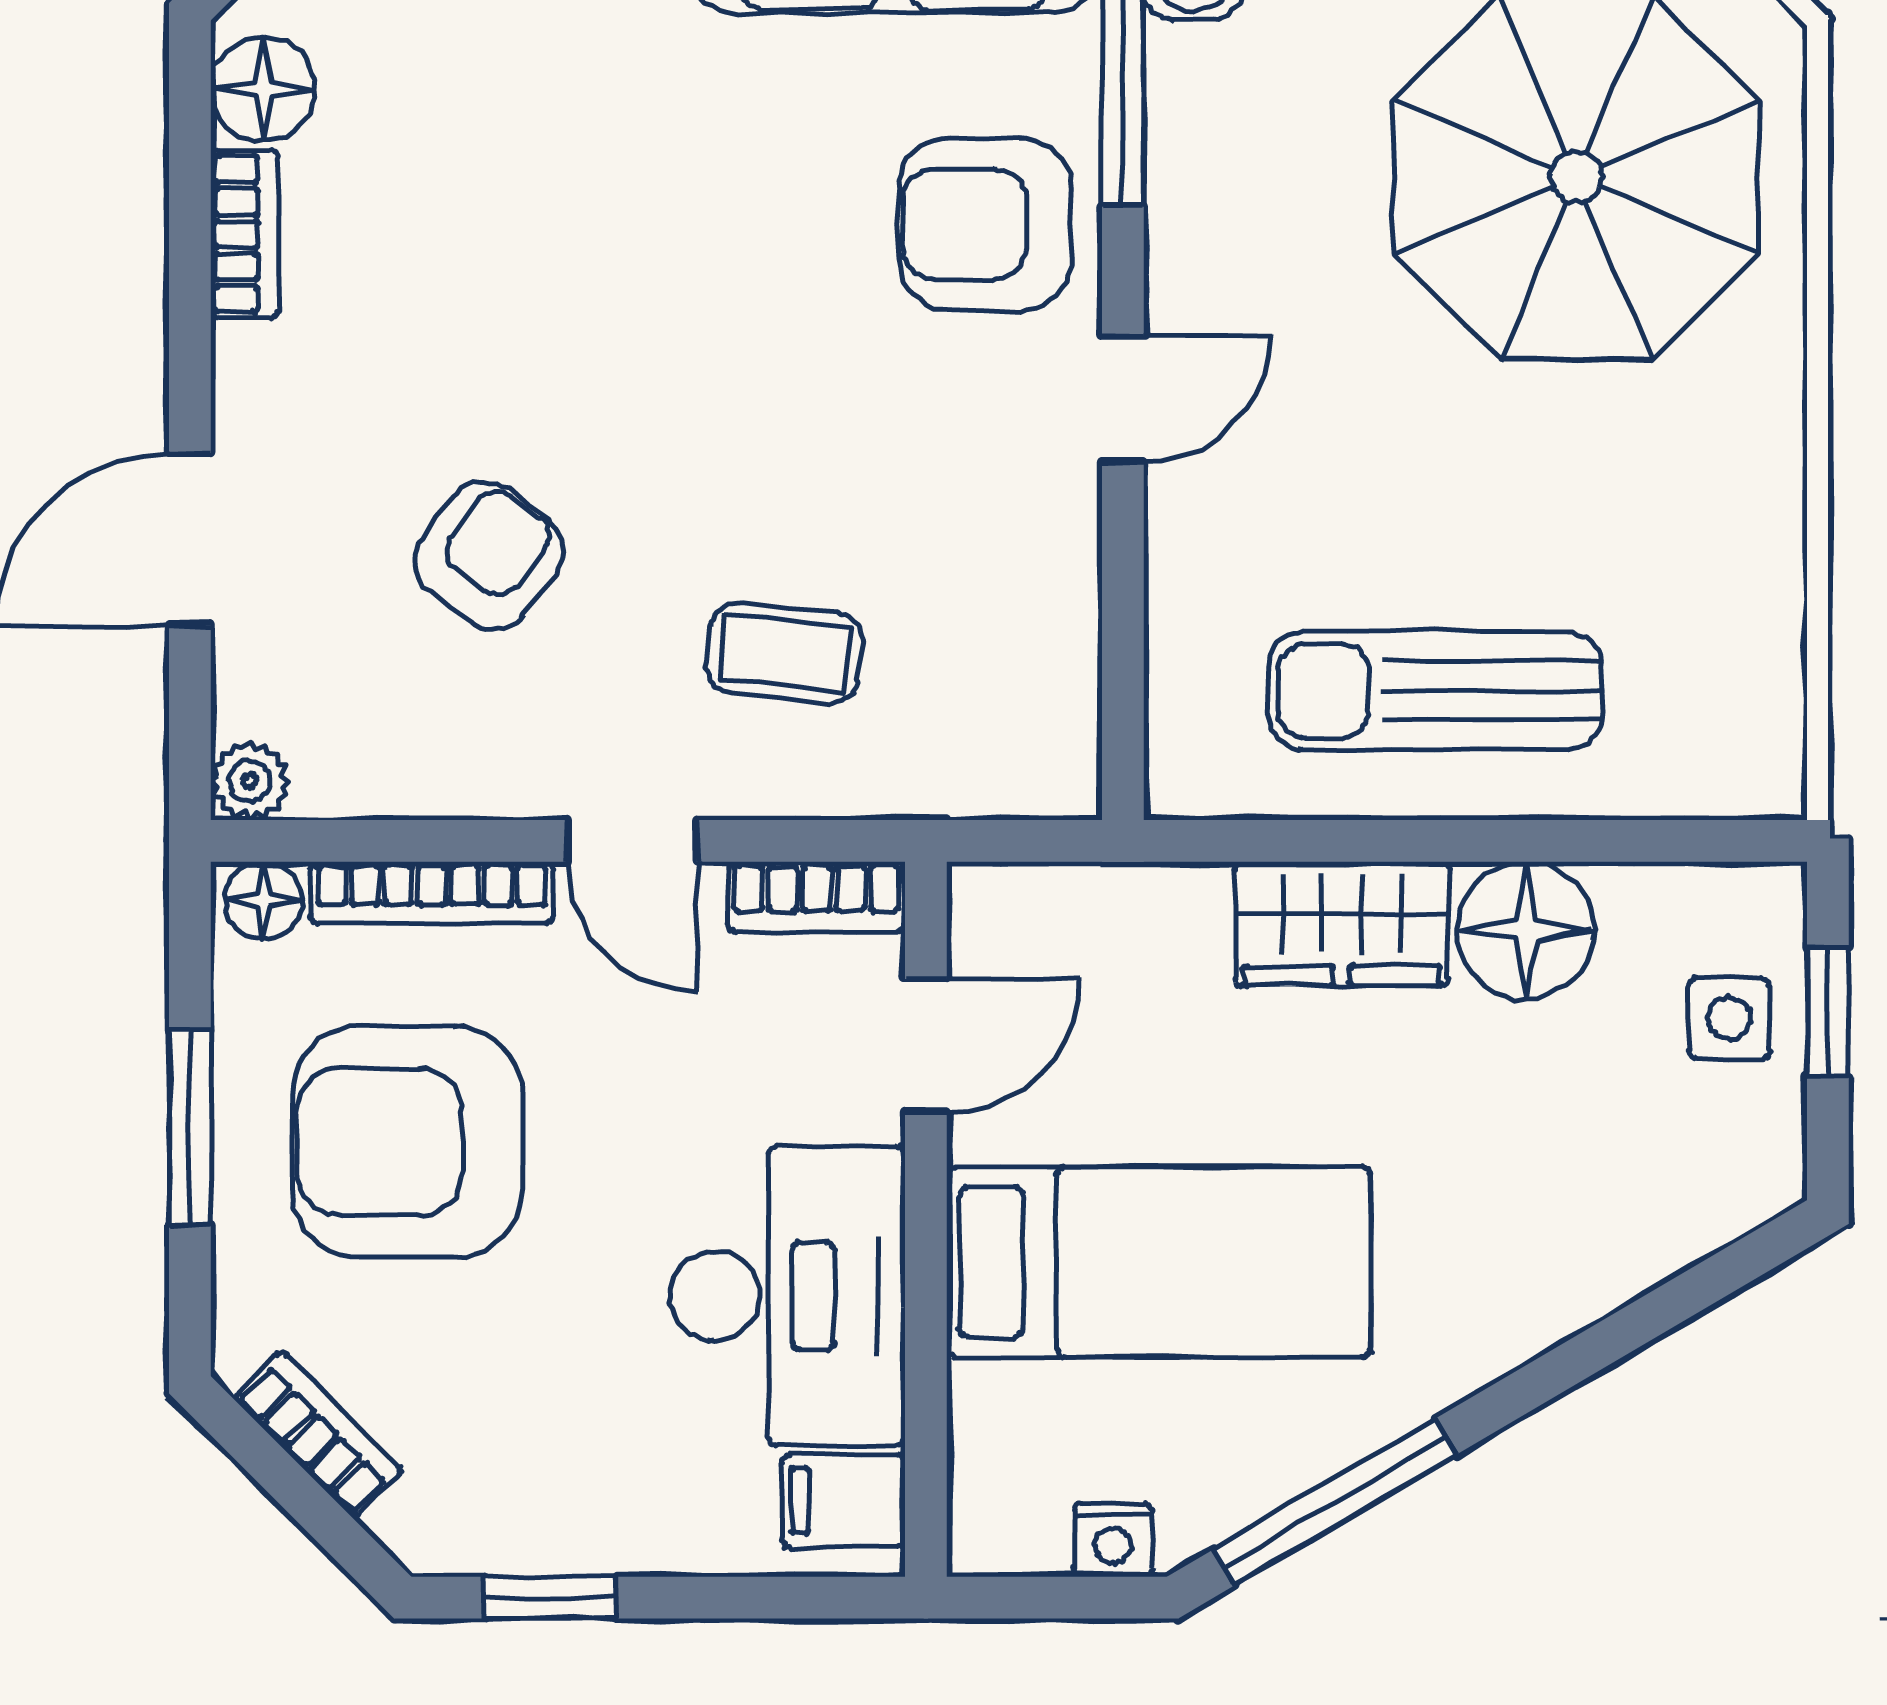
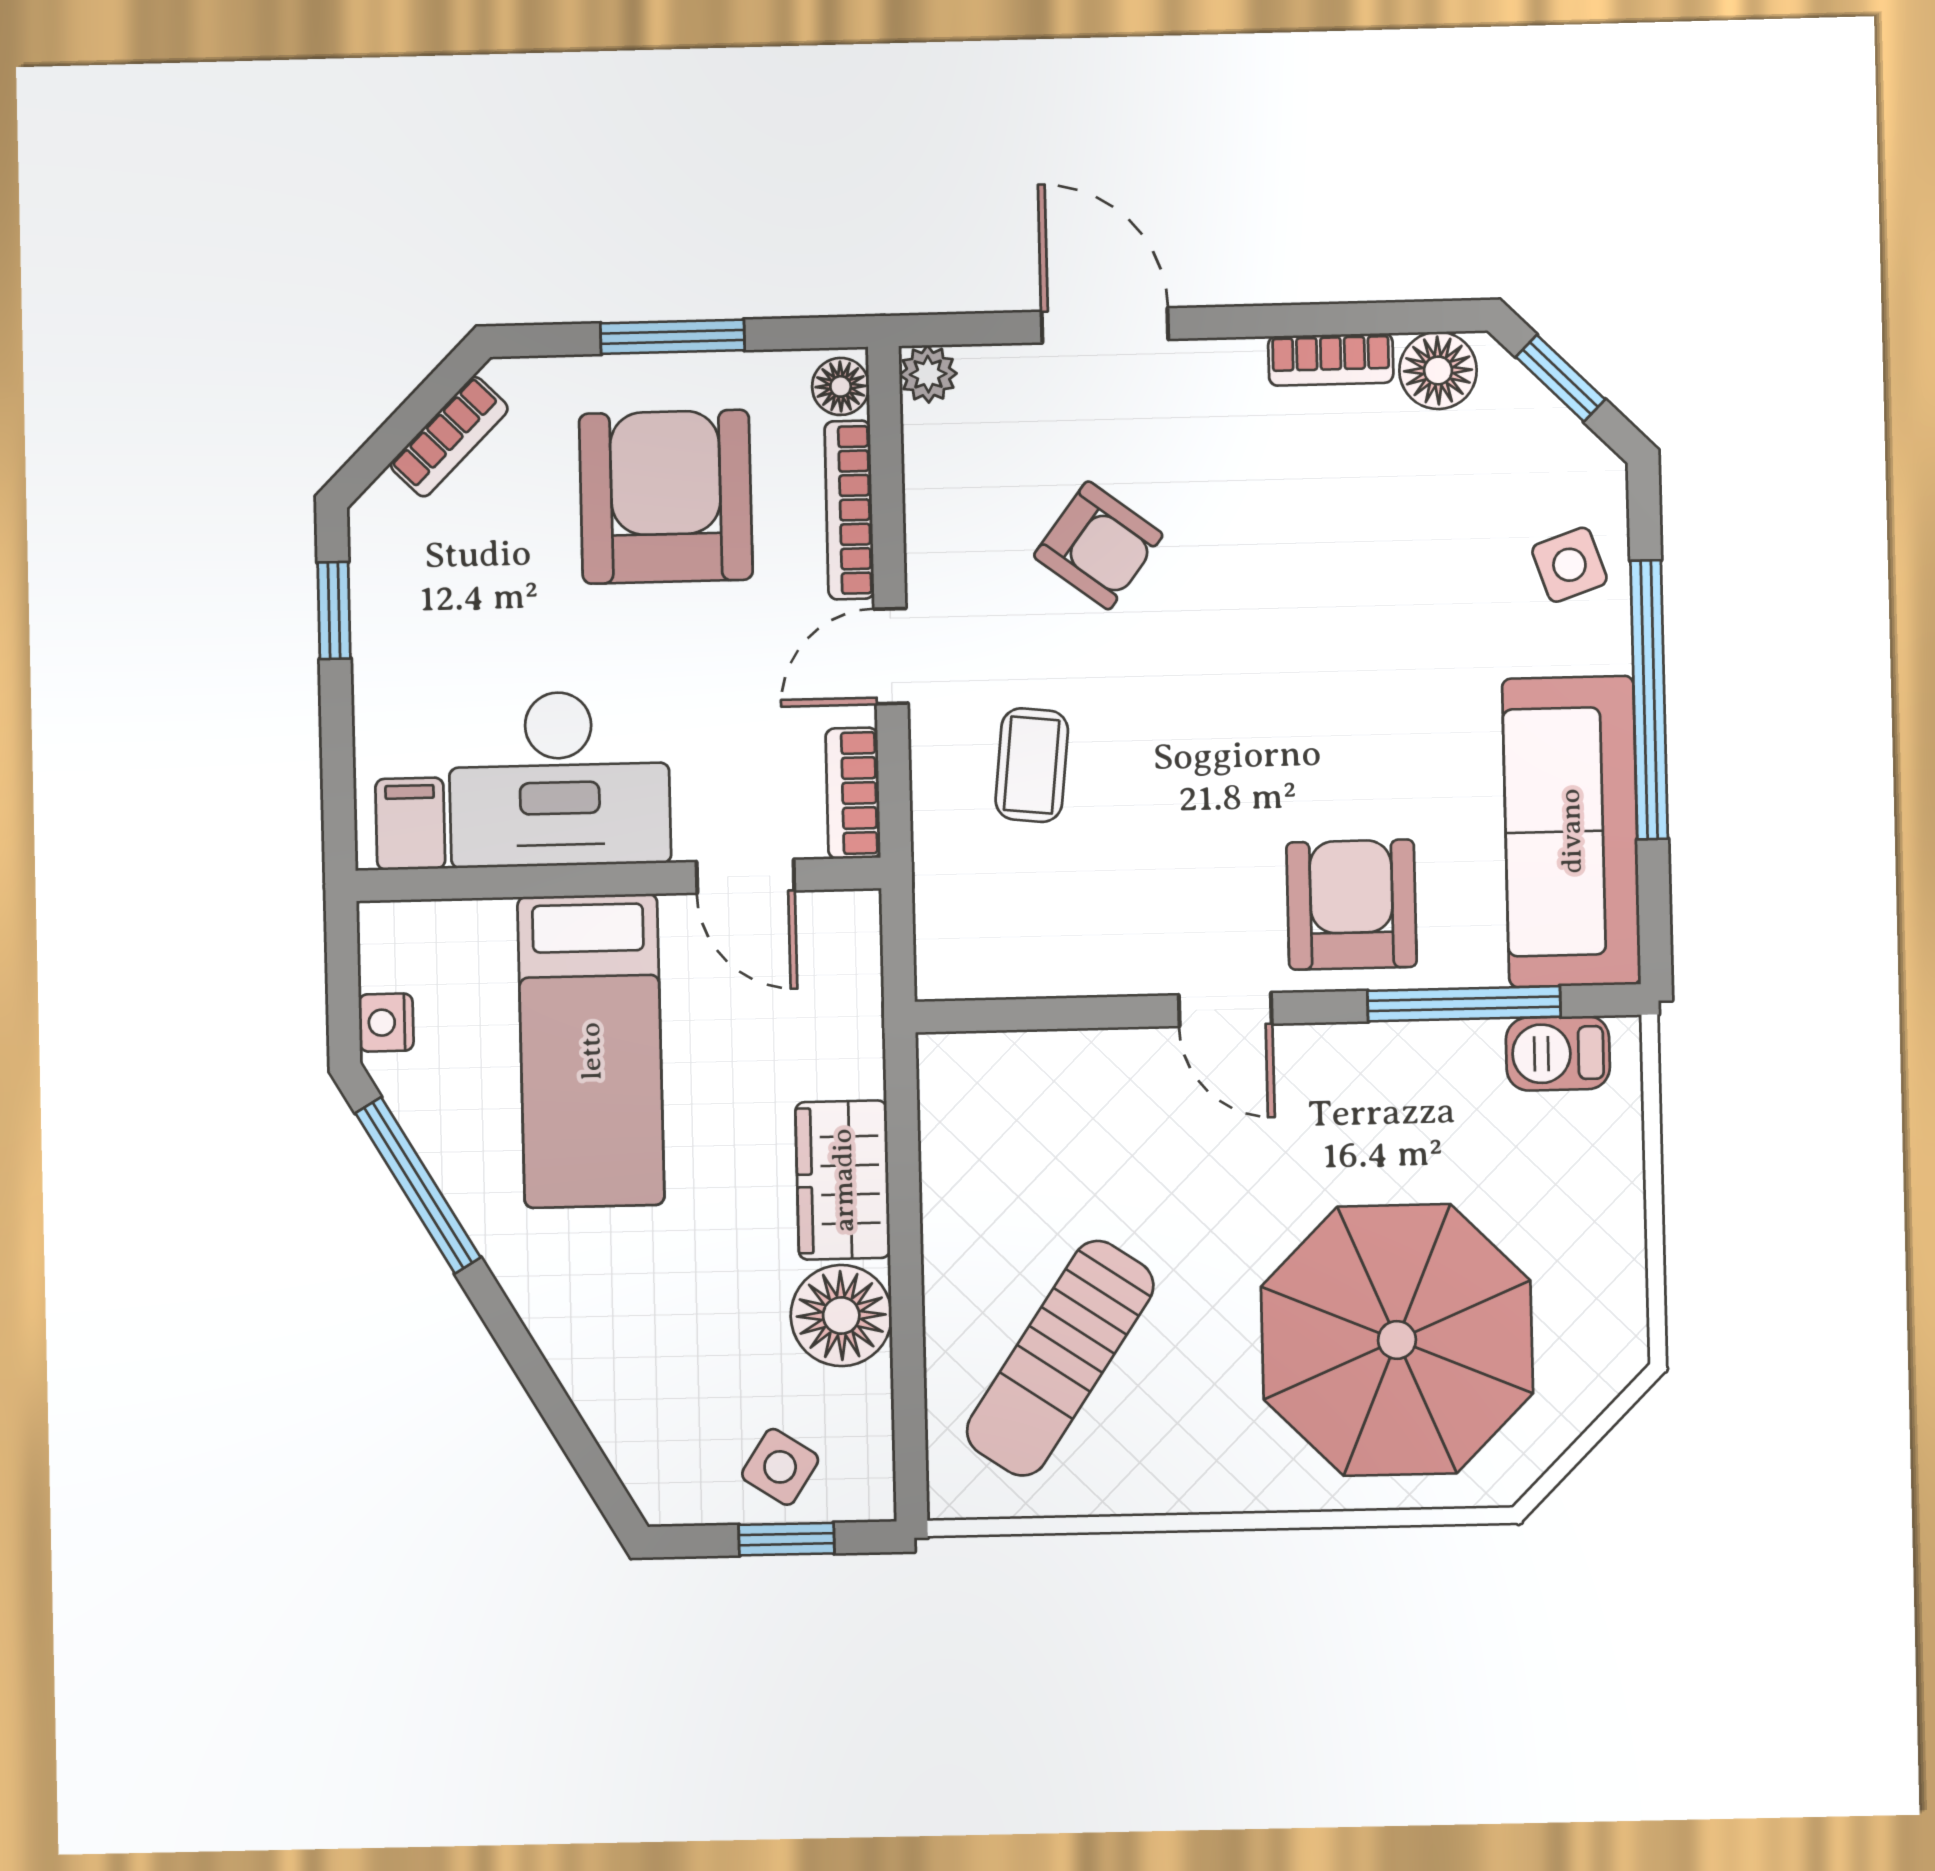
sun lounger: (1435, 691) -> (1060, 1358), moved, turned -146
side table: (1729, 1018) -> (780, 1467), turned 33

